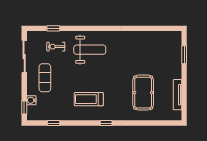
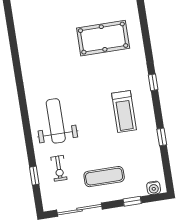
water cooler: (31, 100) -> (154, 188), moved
window: (24, 107) -> (132, 201), moved
window: (53, 123) -> (162, 137), moved

